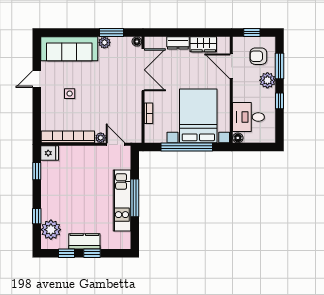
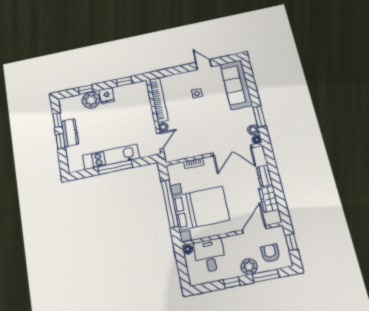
plant: (104, 43) -> (253, 130), moved
fridge: (50, 153) -> (107, 96), moved
plant: (51, 230) -> (91, 100), moved

